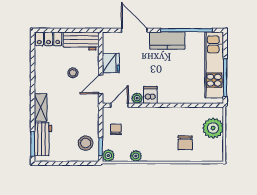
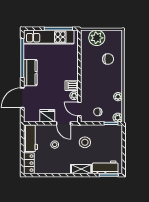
stool: (86, 143) -> (85, 142), moved

